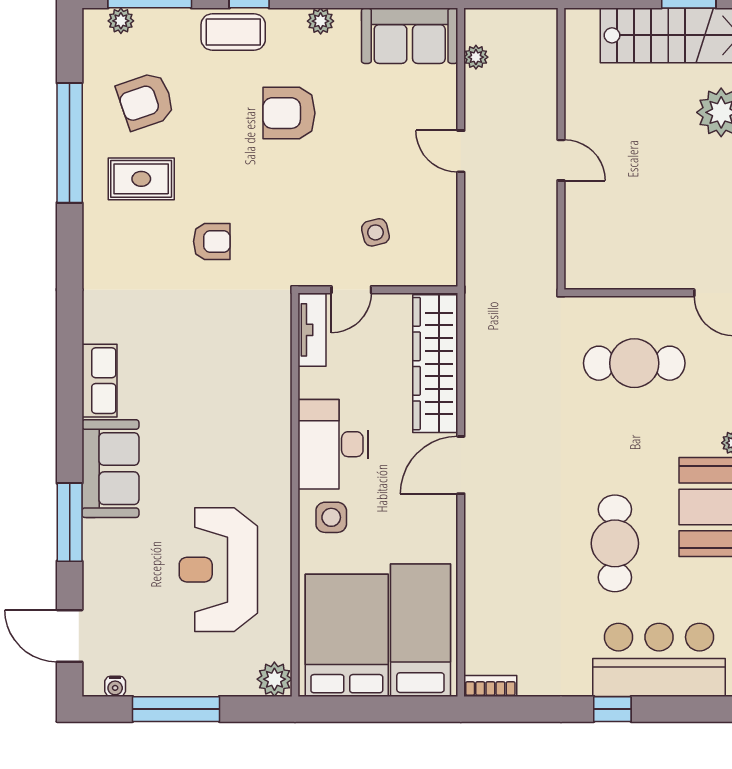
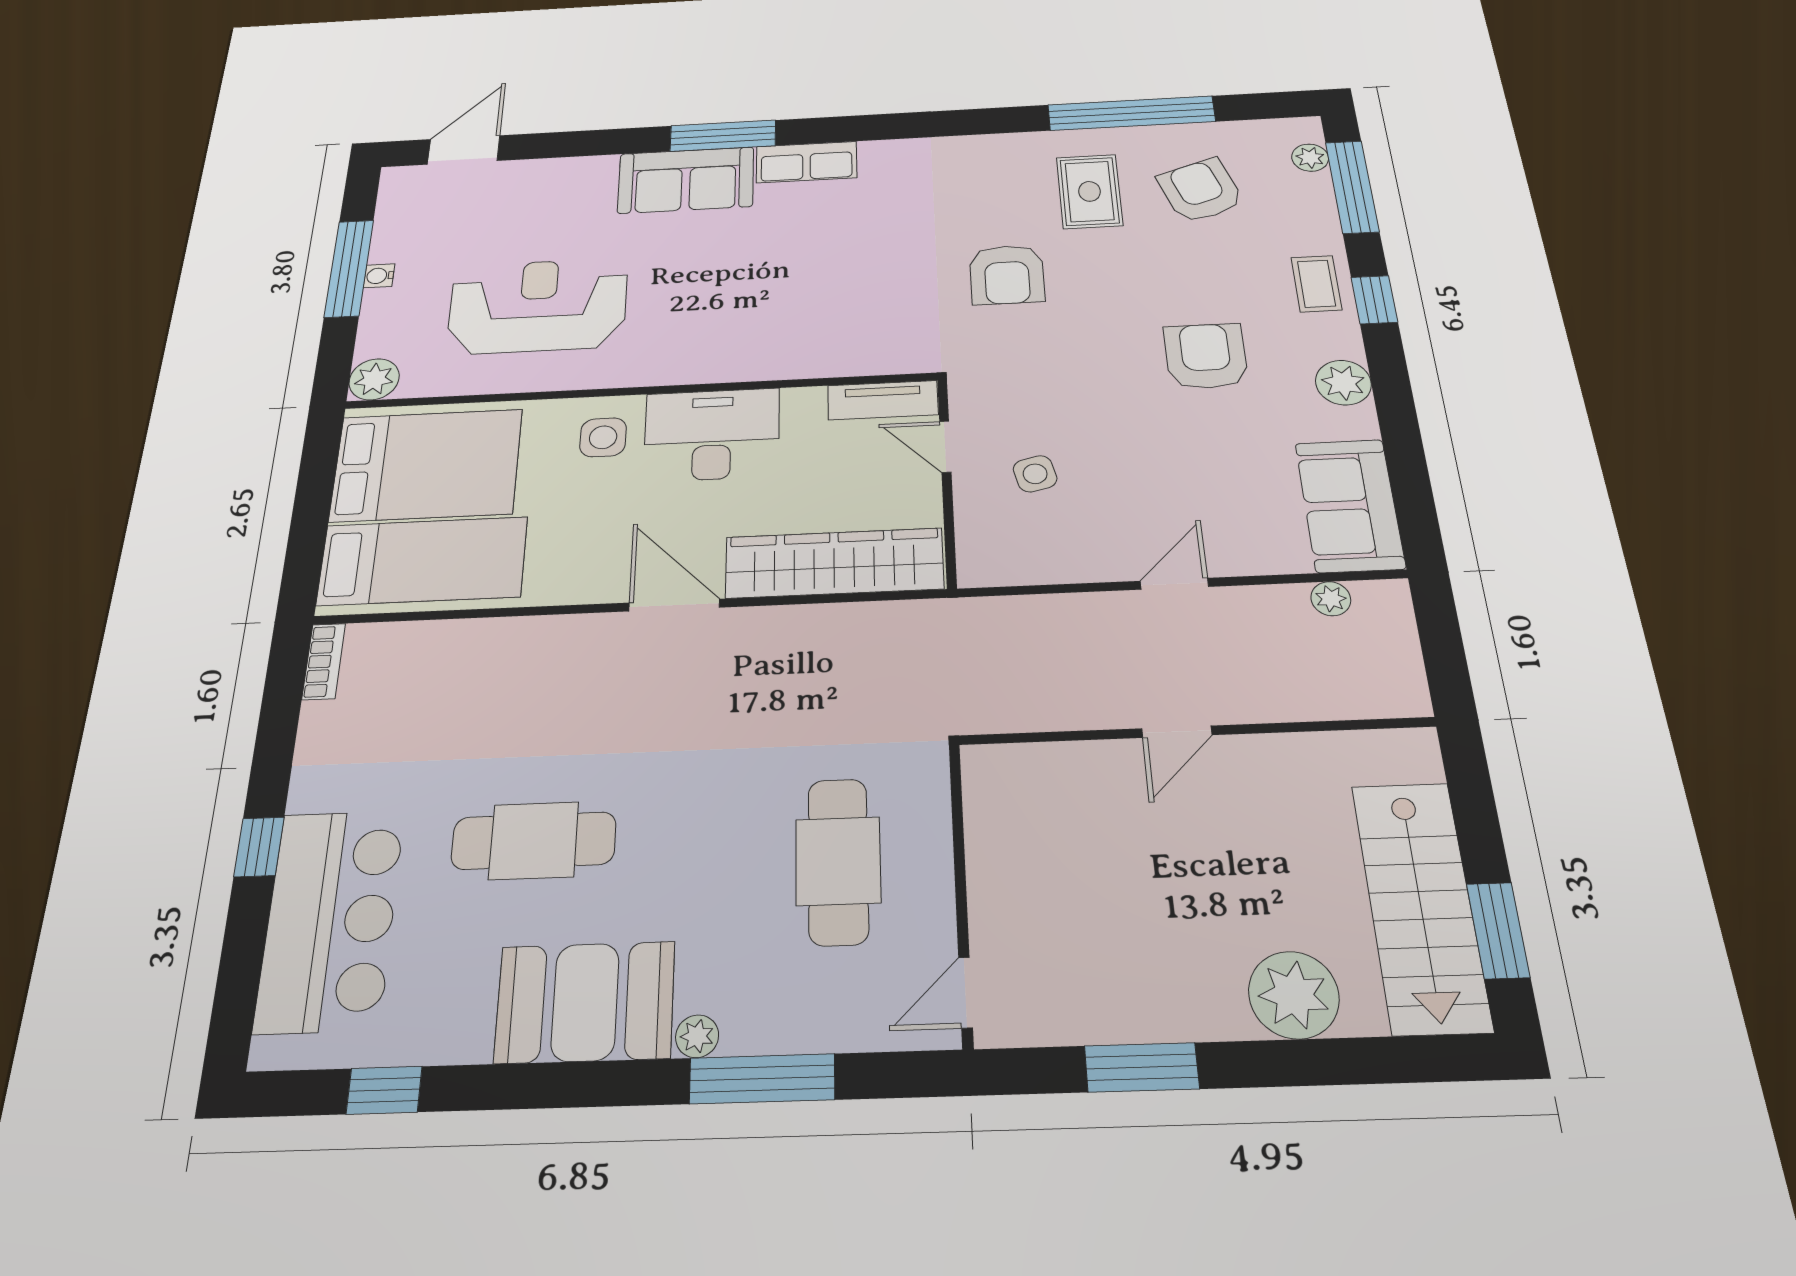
plant: (321, 21) -> (1343, 383), width x1.38, depth x1.38
coffee table: (233, 32) -> (1316, 284), width x0.73, depth x0.77
armchair: (212, 241) -> (1007, 275), width x1.38, depth x1.38
window: (70, 522) -> (723, 136), moved
water cooler: (115, 686) -> (379, 276), moved

